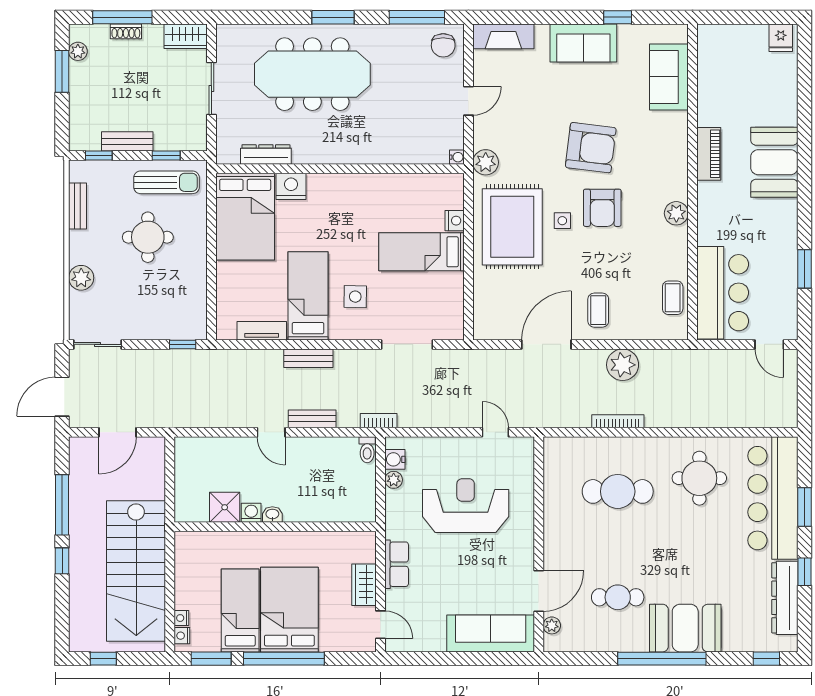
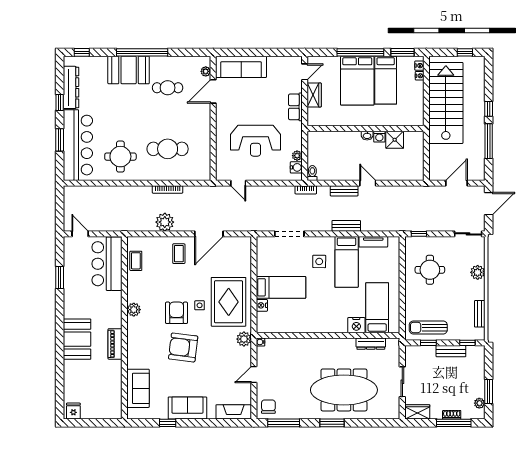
bed: (245, 217) -> (377, 308), width x0.67
round table: (148, 237) -> (430, 270), moved
door: (381, 625) -> (305, 72), swing flipped

